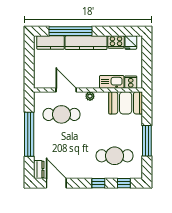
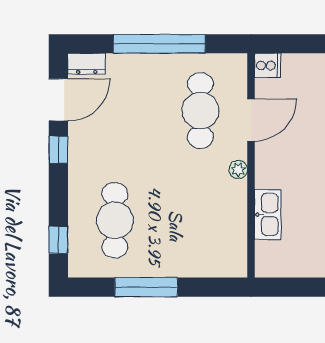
cooker: (131, 82) -> (267, 66), moved
booth: (126, 103) -> (224, 243), removed
window: (98, 183) -> (58, 150), moved

